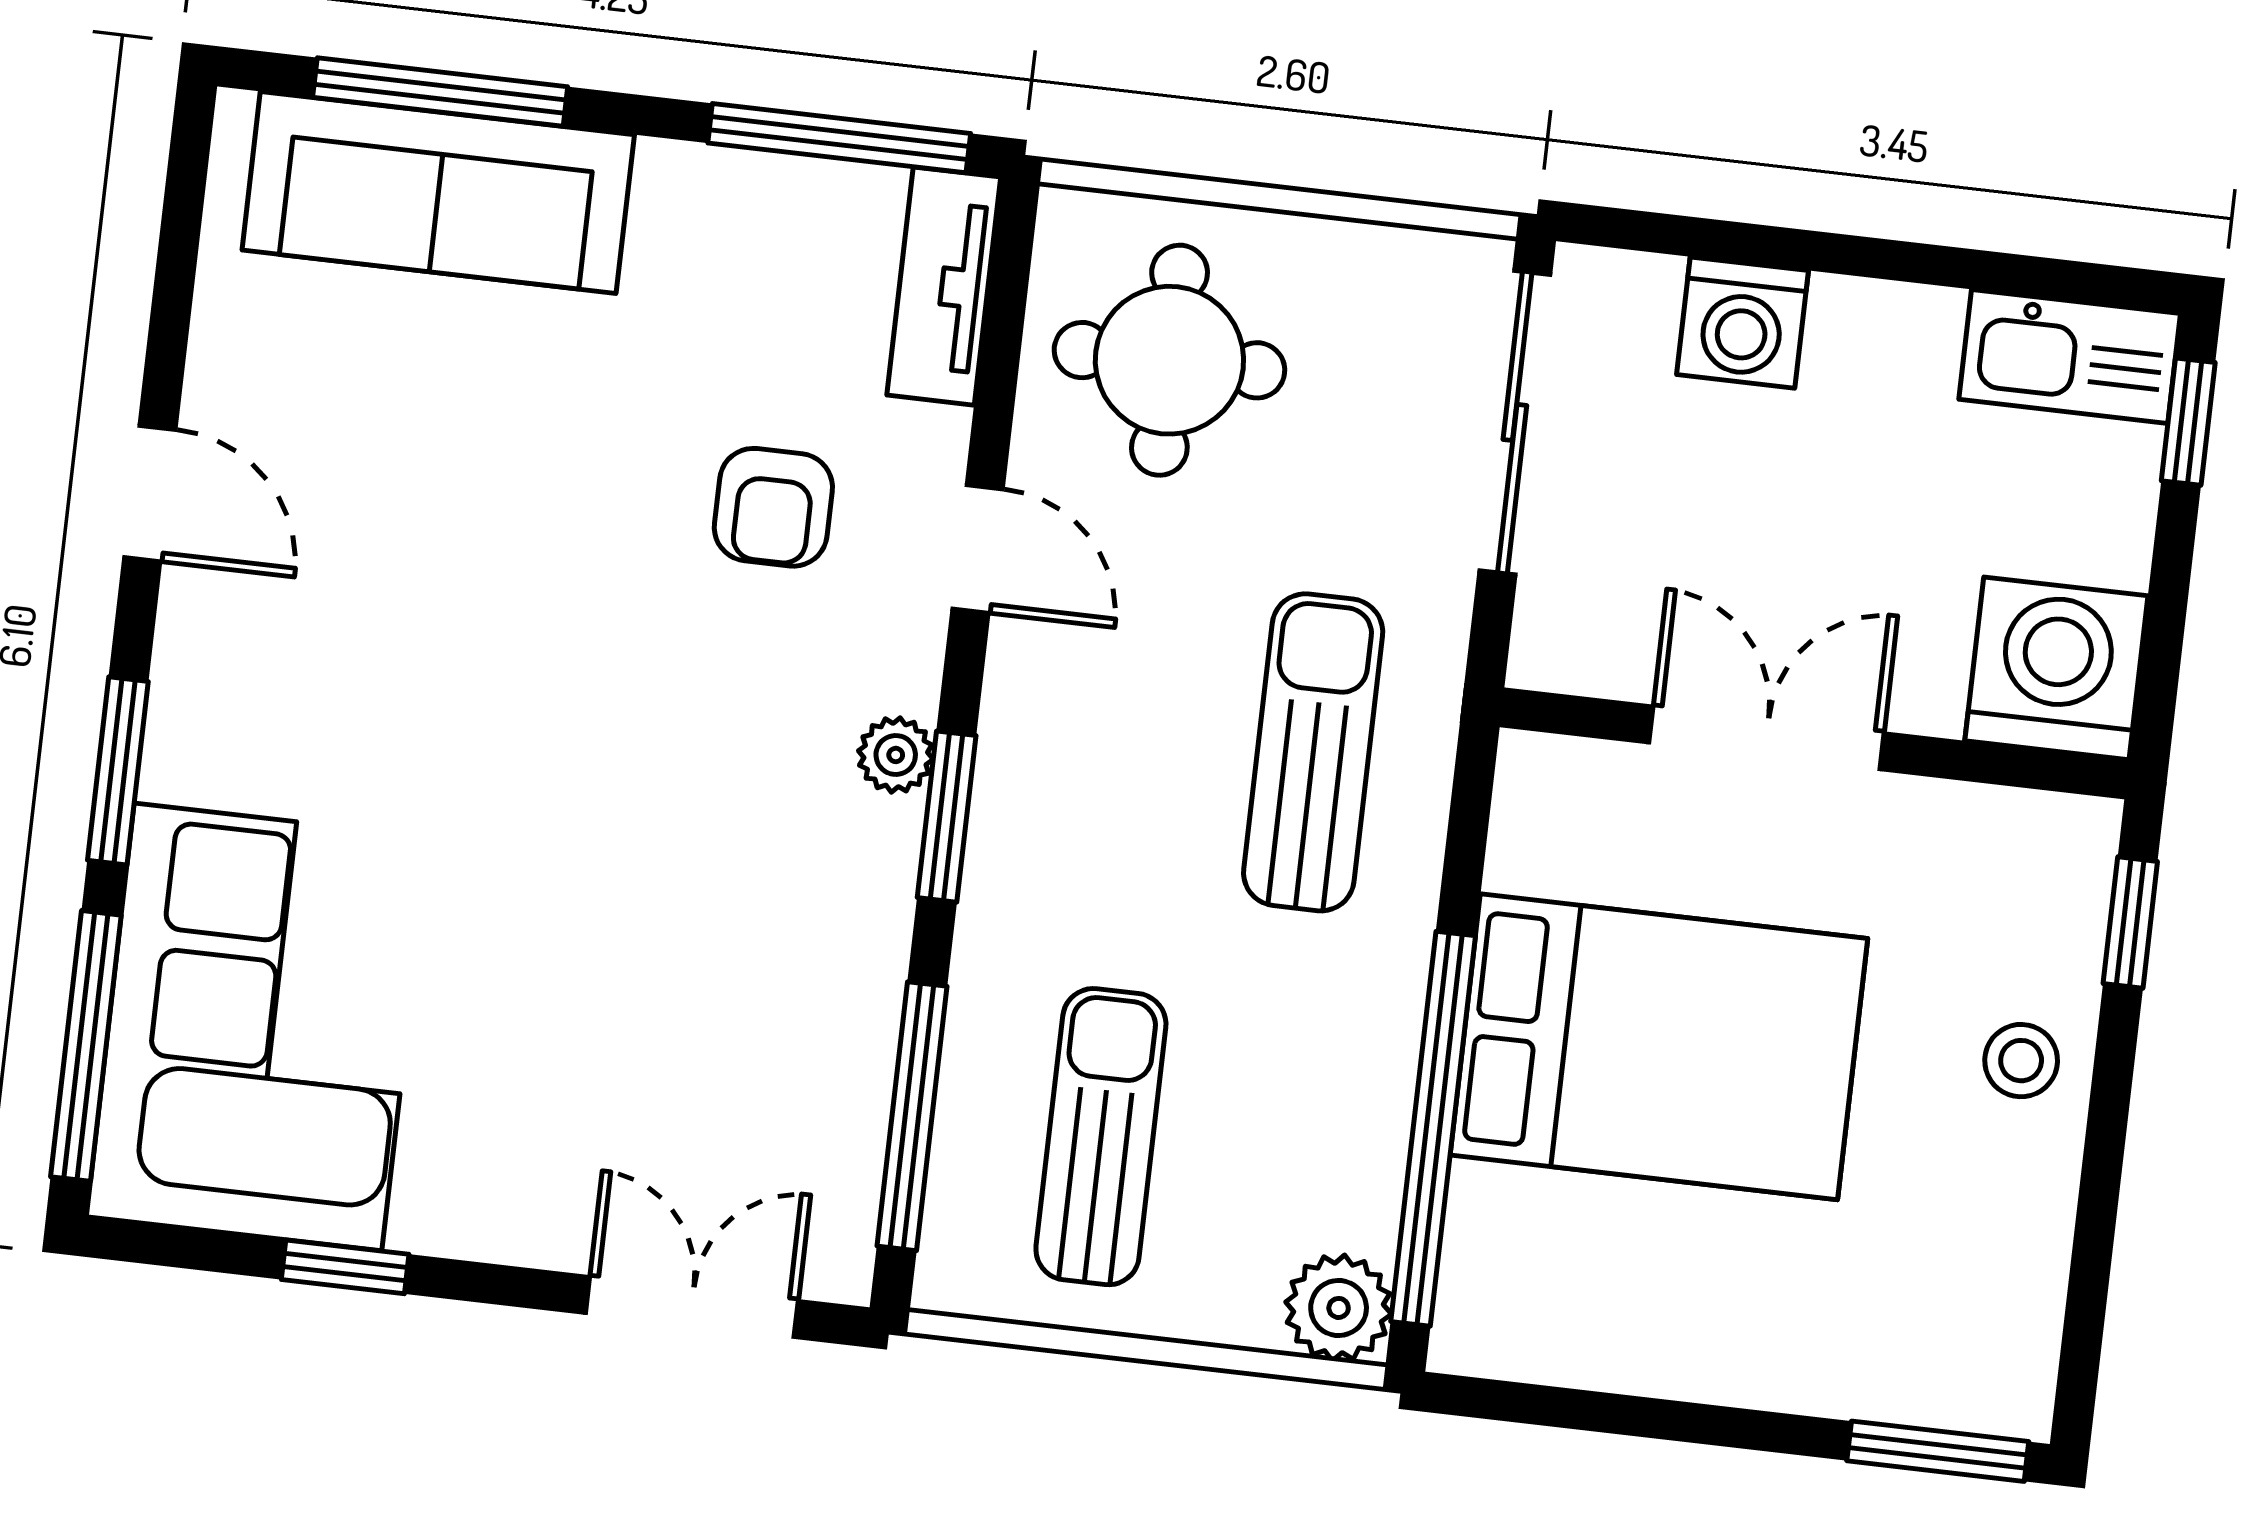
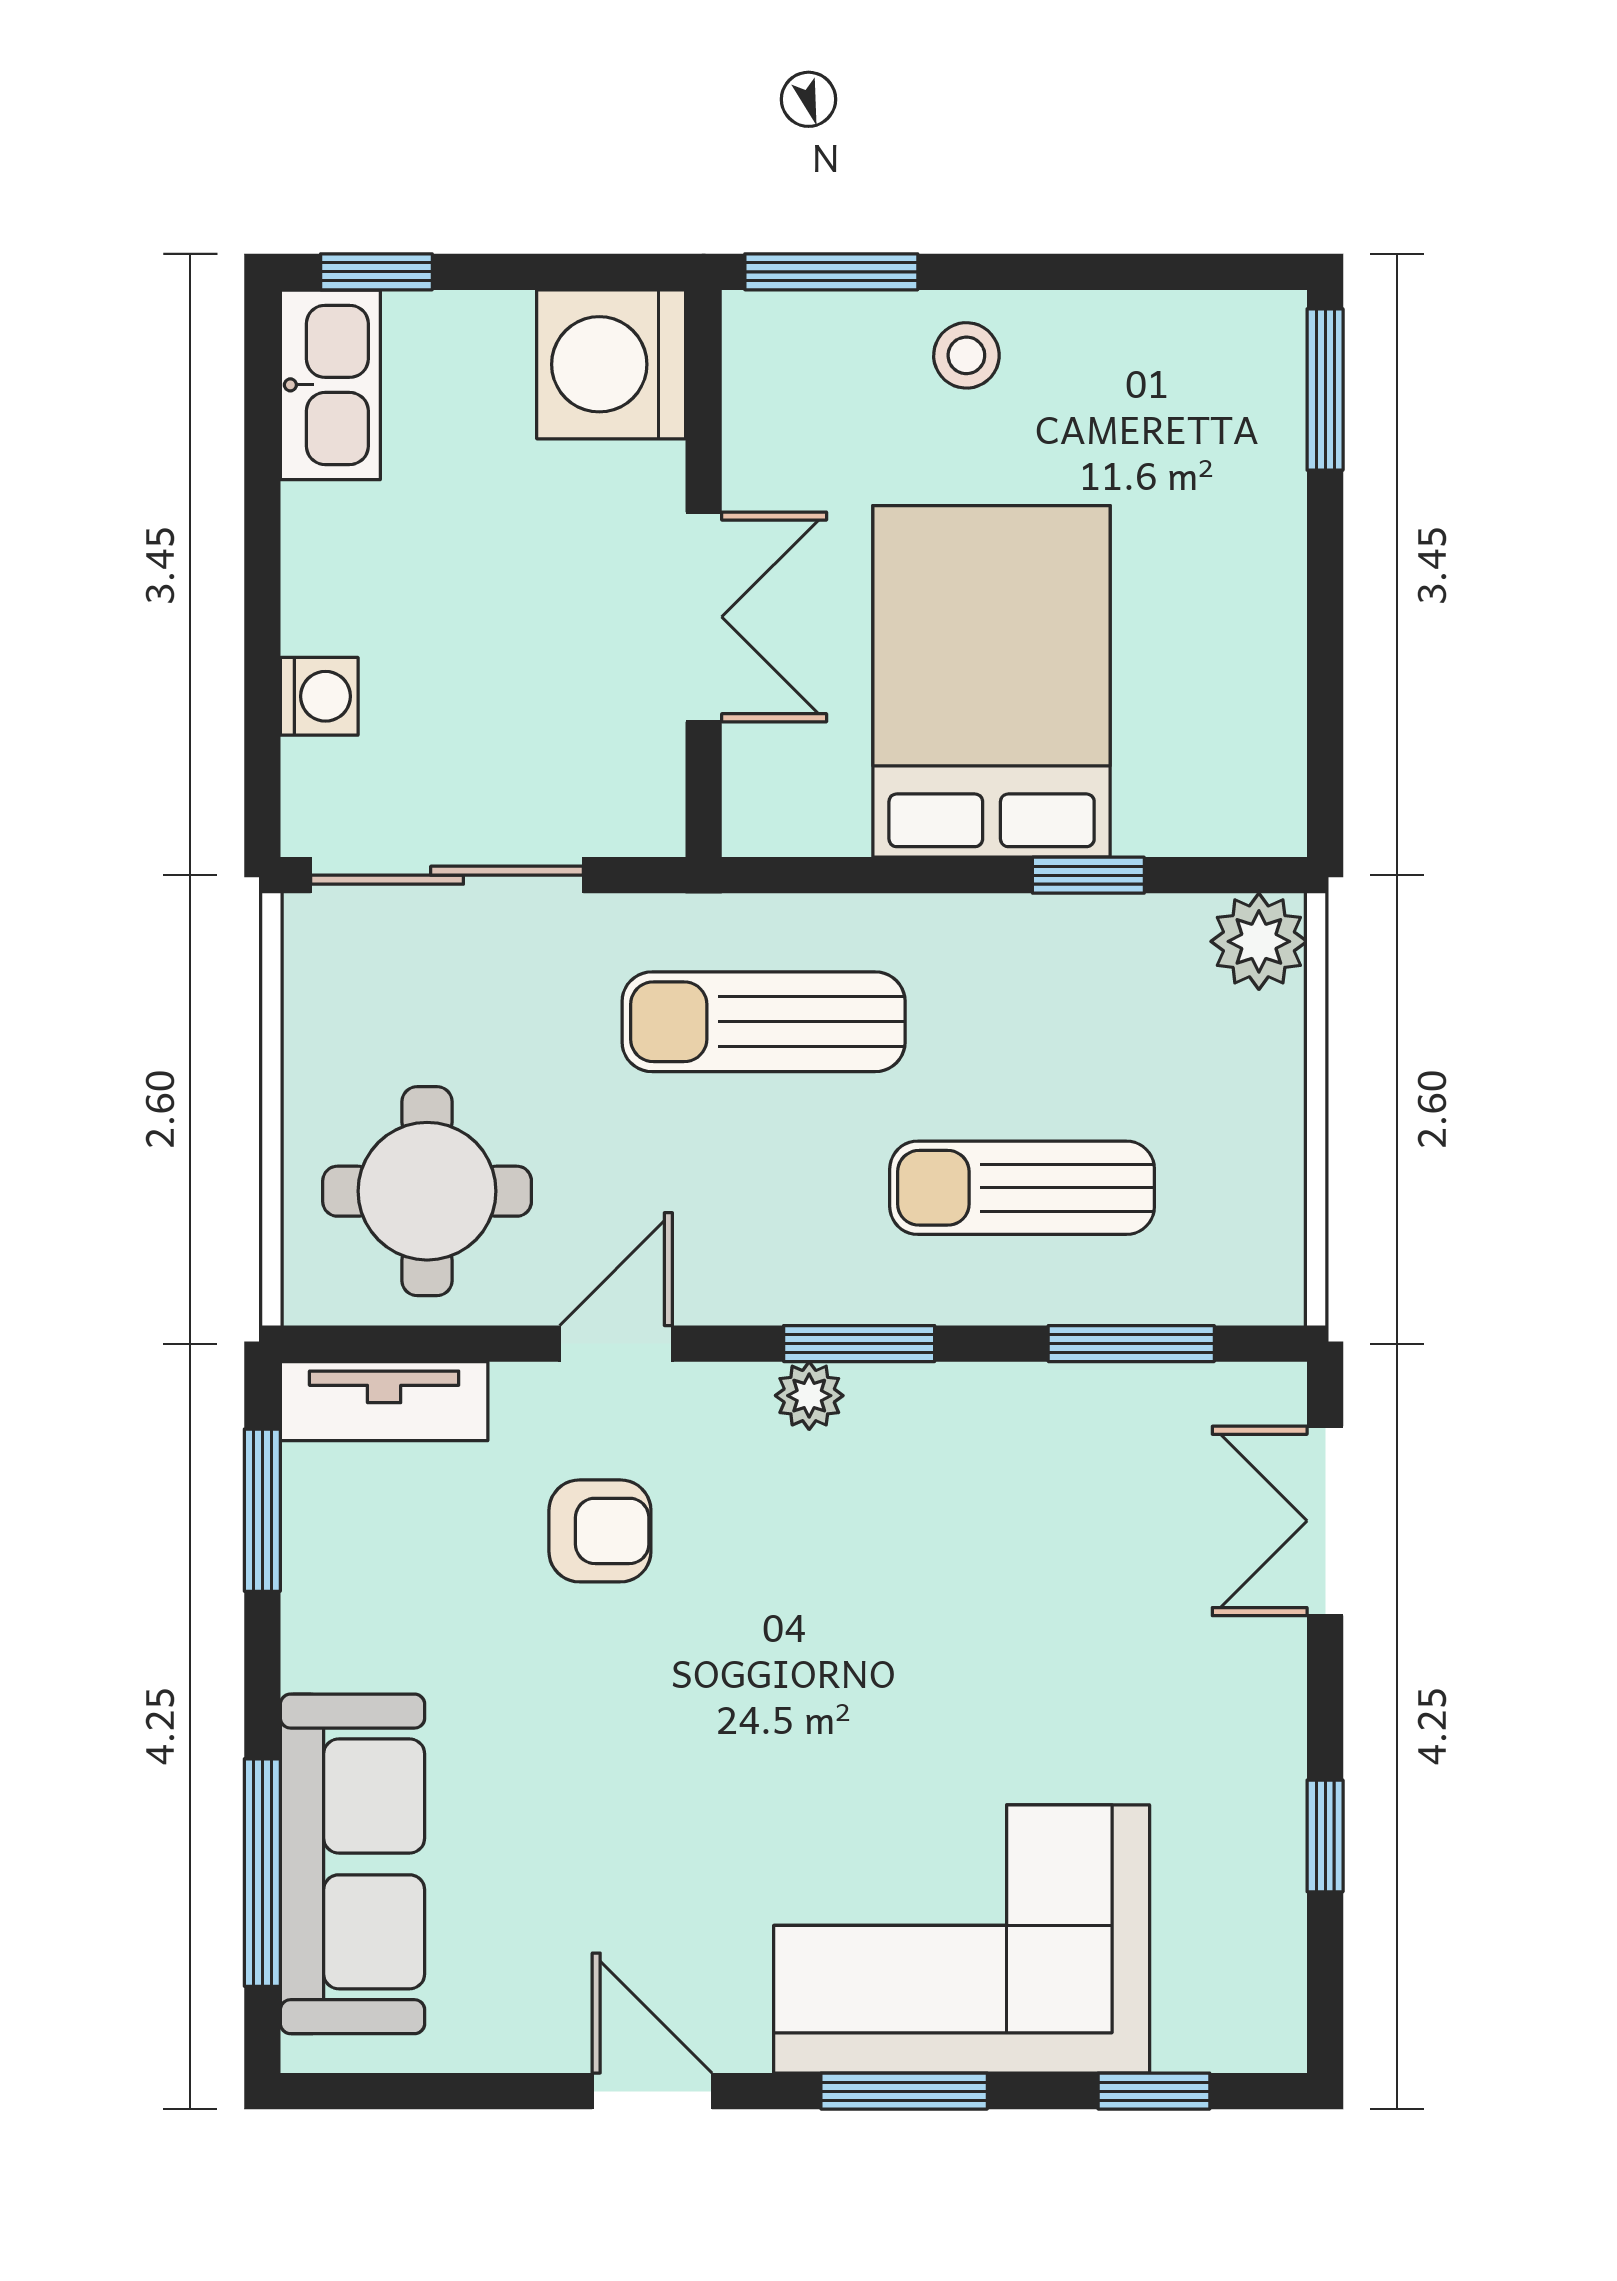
window: (839, 138) -> (262, 1510), width x0.69
washing machine: (1742, 323) -> (319, 696), width x0.73, depth x0.73
door: (150, 493) -> (652, 2091), hinge flipped
double door: (1767, 738) -> (704, 617), swing flipped
window: (2130, 922) -> (831, 272), width x1.50
corner sofa: (258, 1027) -> (962, 1939), moved
window: (86, 1046) -> (1154, 2091), width x0.46
window: (912, 1116) -> (1131, 1344), width x0.69
window: (1433, 1129) -> (1088, 875), width x0.32
sun lounger: (1101, 1137) -> (1022, 1188), moved

